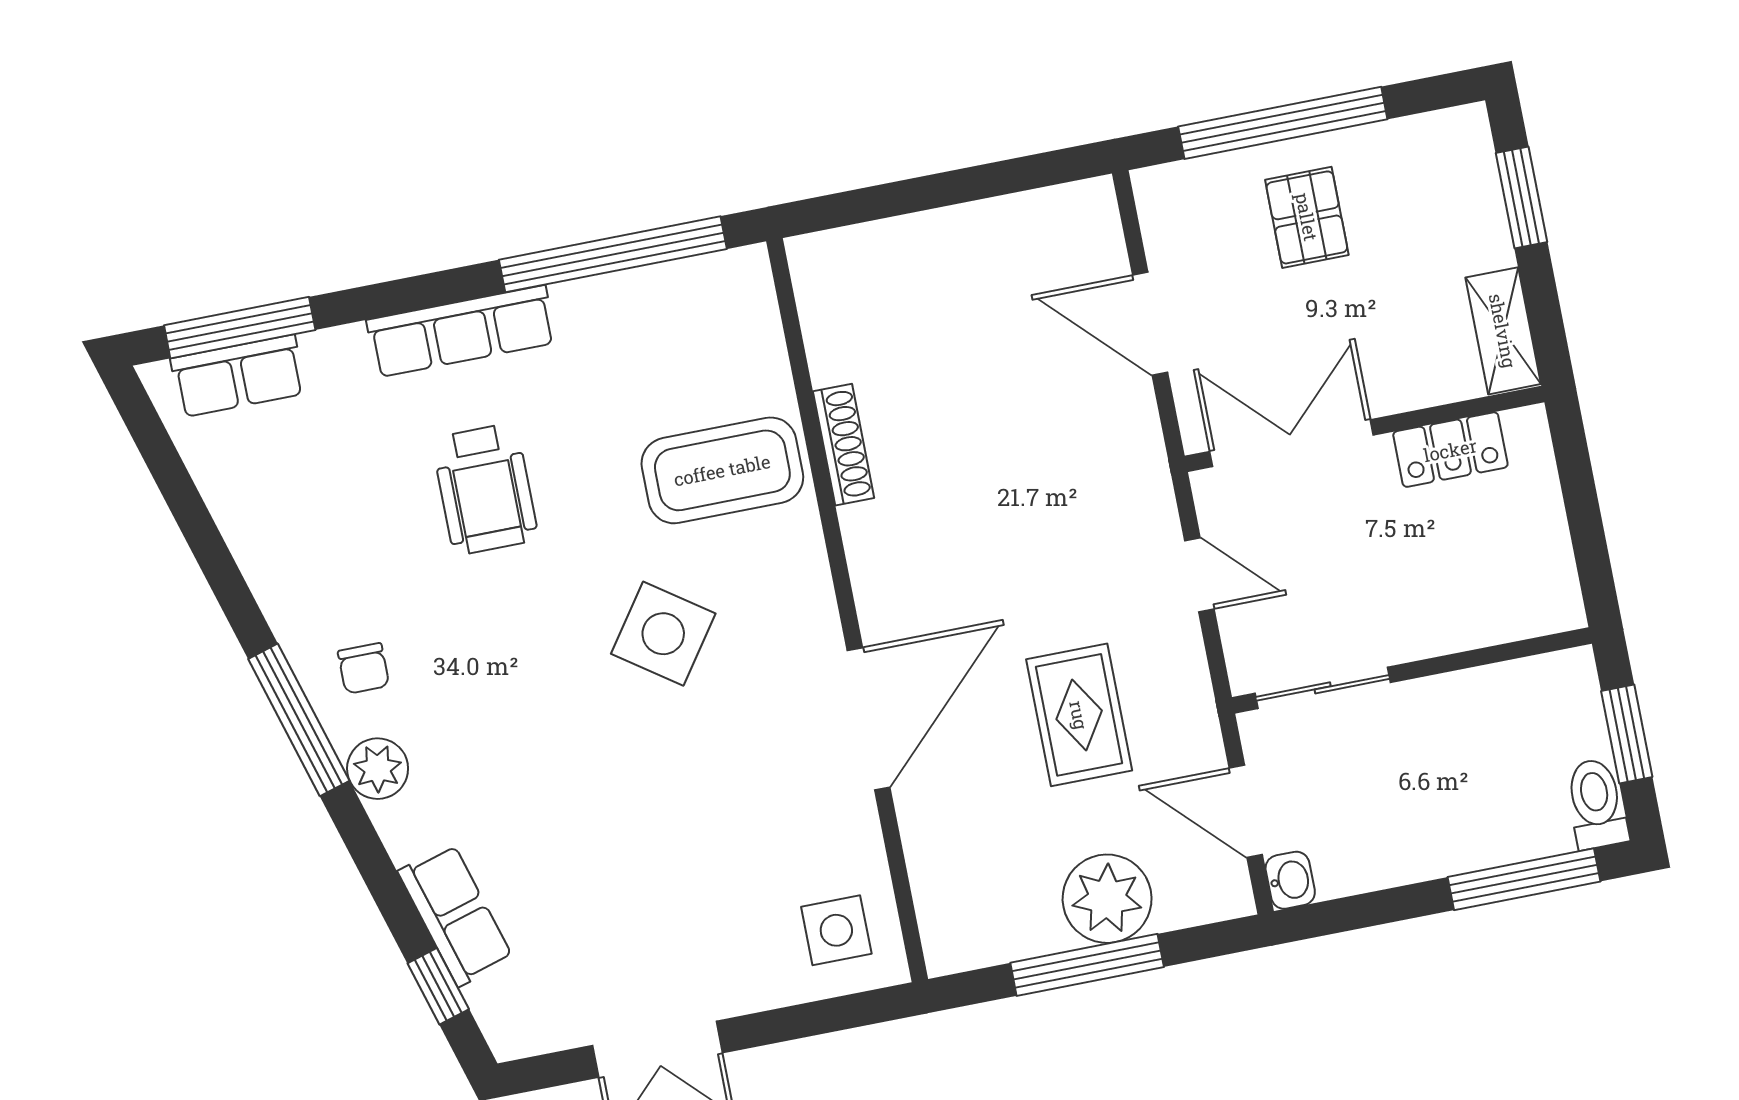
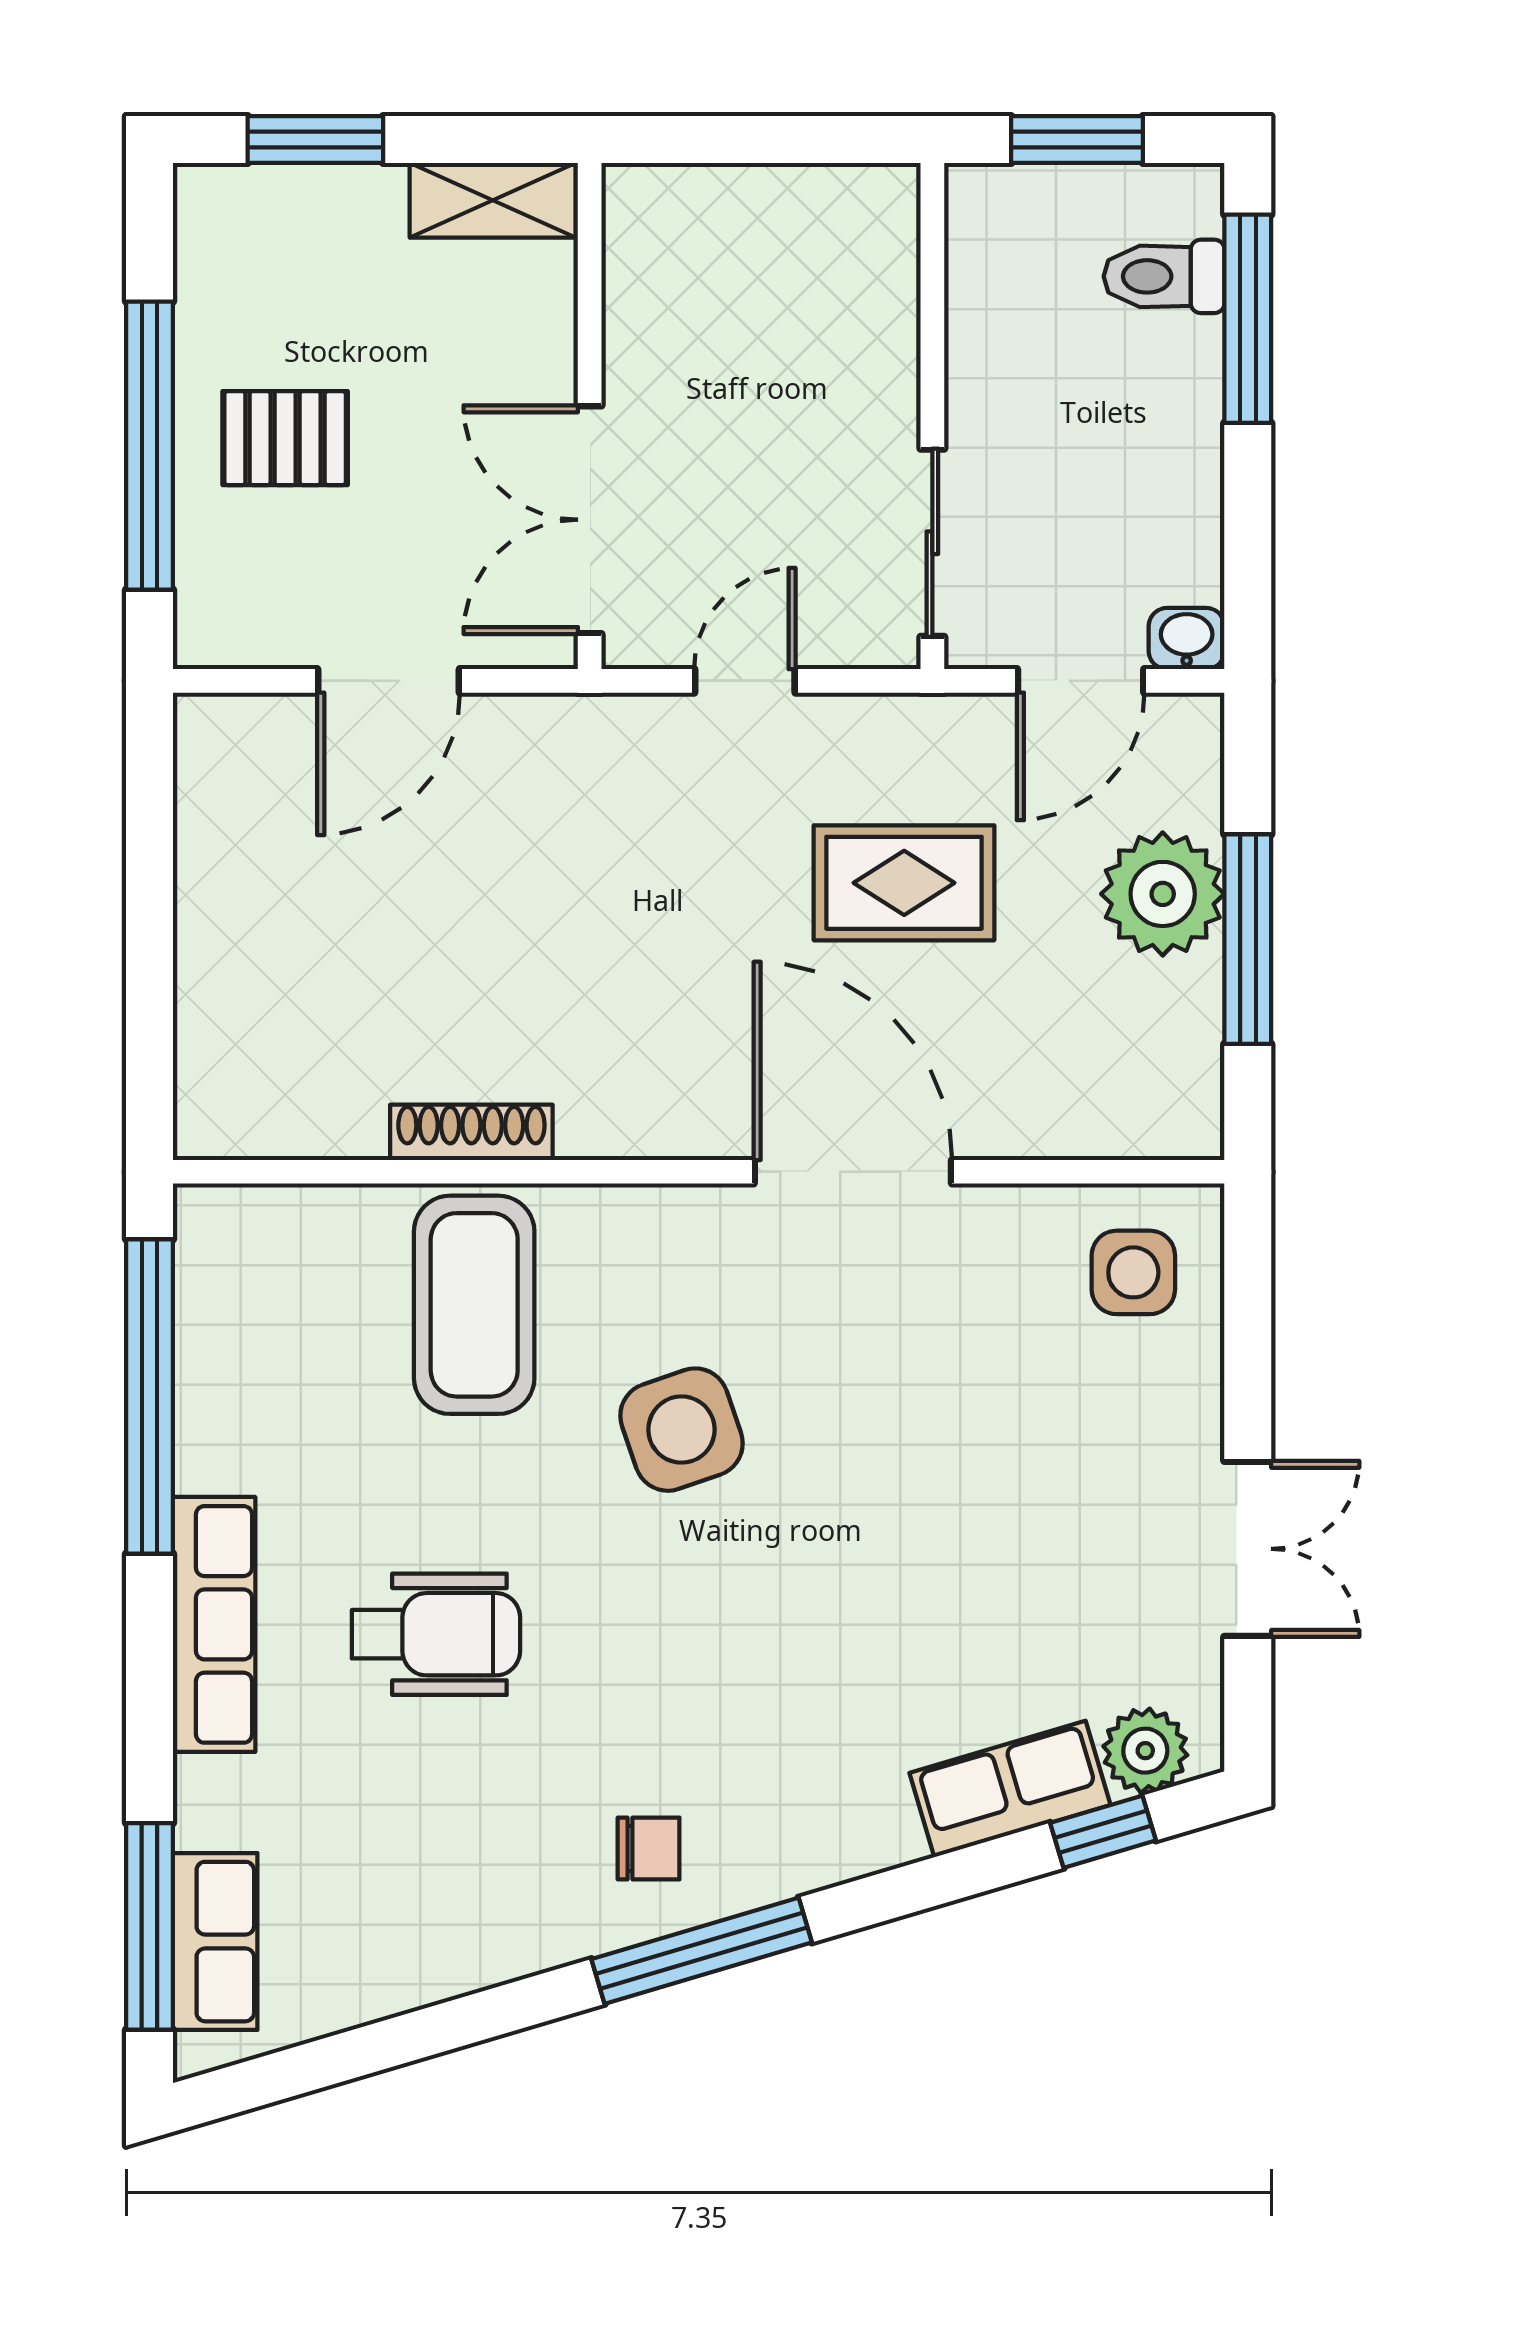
locker: (1450, 450) -> (641, 304), removed
side table: (663, 634) -> (681, 1430), turned 36
plant: (378, 769) -> (1145, 1751), moved
toilet: (1596, 804) -> (1164, 276), moved

